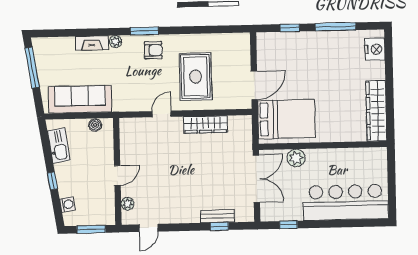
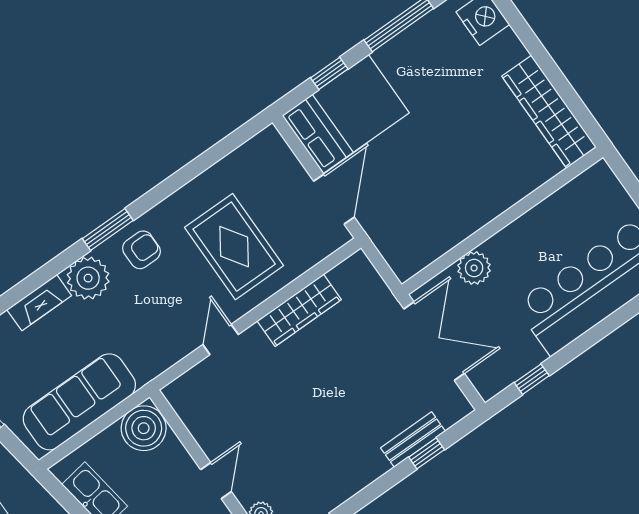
plant: (116, 42) -> (88, 278), width x1.88, depth x1.88
bed: (286, 119) -> (346, 114), moved
boiler: (95, 125) -> (144, 428), width x1.86, depth x1.86

